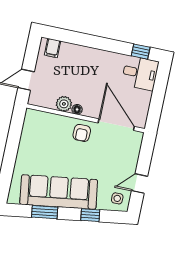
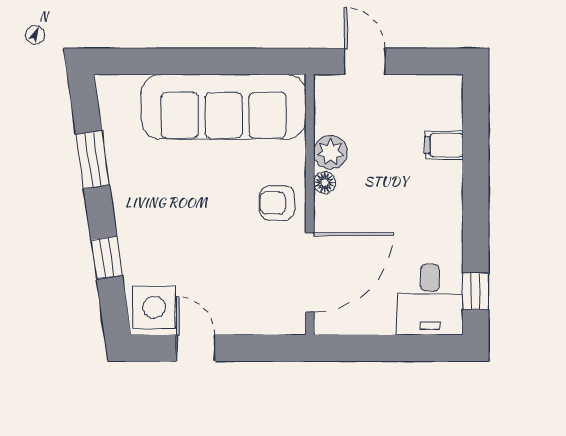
filing cabinet: (53, 48) -> (444, 145), moved
sofa: (59, 192) -> (224, 107), moved, turned 98
side table: (117, 198) -> (154, 307), width x1.87, depth x1.87

